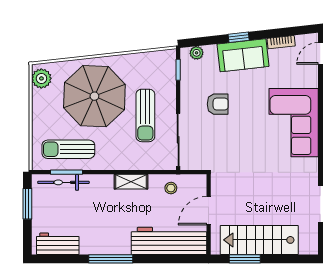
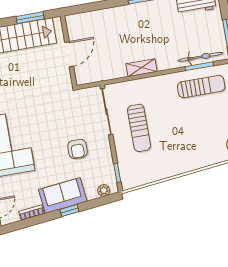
parasol: (94, 96) -> (186, 137), removed
armchair: (218, 104) -> (77, 149), turned -90
sun lounger: (145, 115) -> (139, 128), turned 180
stool: (171, 188) -> (106, 68), removed
workbench: (169, 241) -> (99, 22), removed

